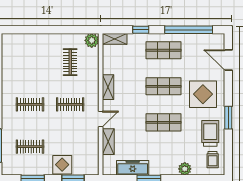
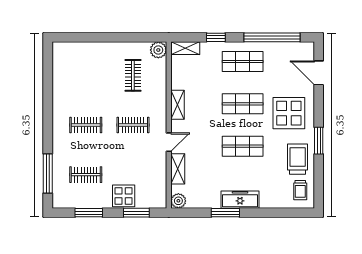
freezer: (133, 168) -> (240, 200), moved
plant: (185, 169) -> (178, 201), moved

